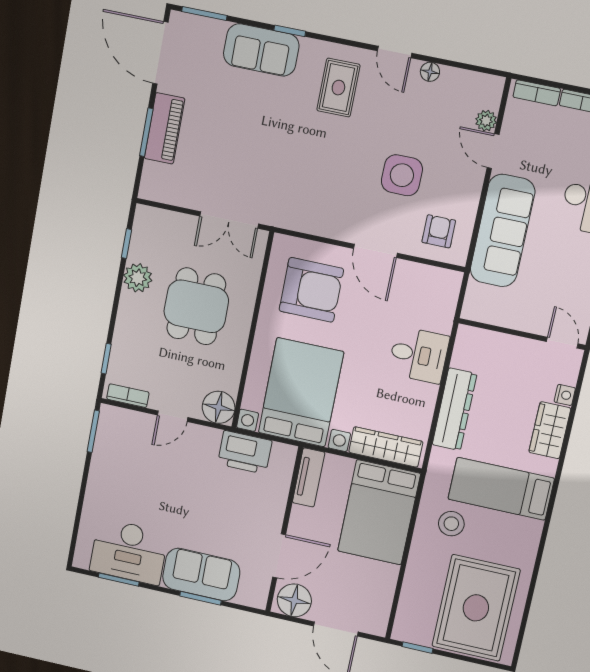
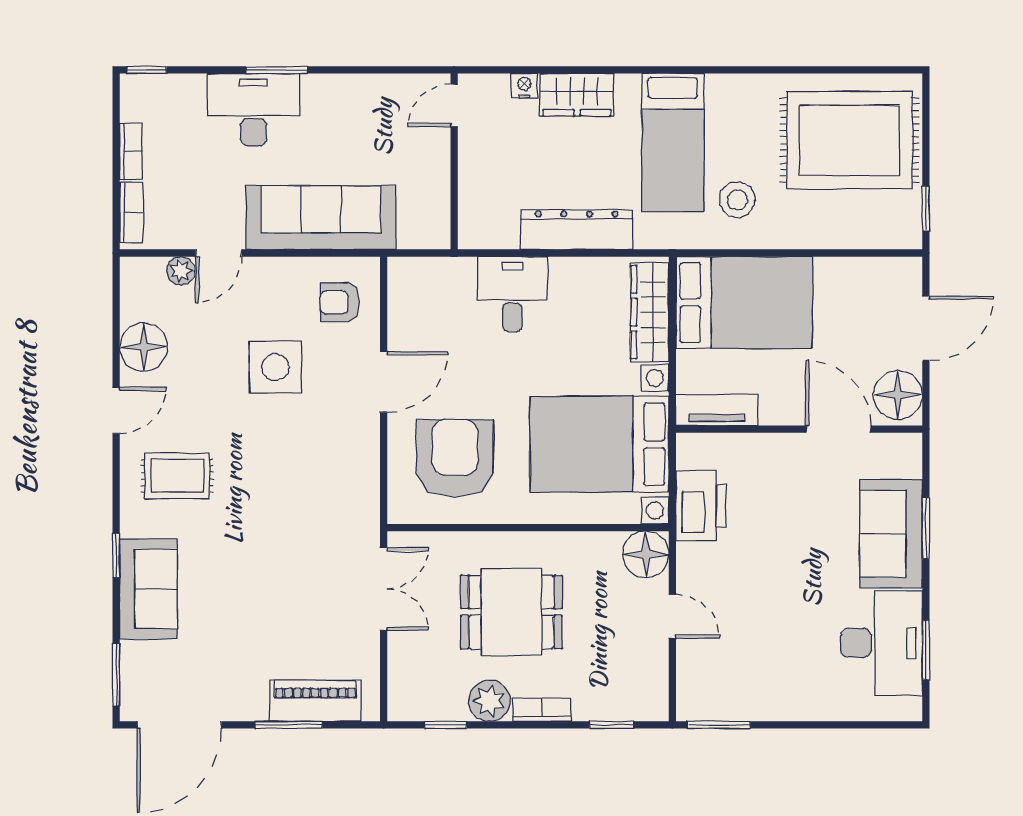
floor lamp: (430, 72) -> (144, 347), width x1.89, depth x1.89
piano: (164, 128) -> (315, 701), moved
bookcase: (128, 396) -> (542, 710), moved, turned 90

